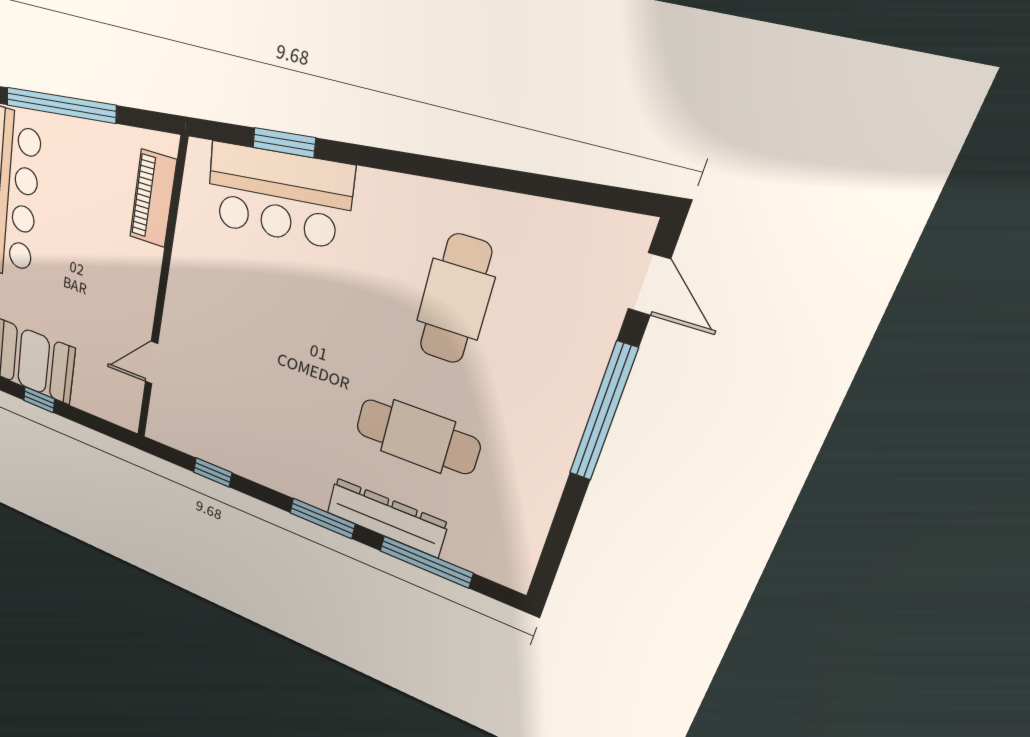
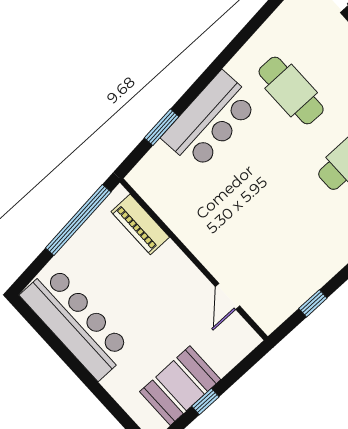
window: (60, 105) -> (78, 220), moved
bar counter: (278, 195) -> (210, 121), moved

